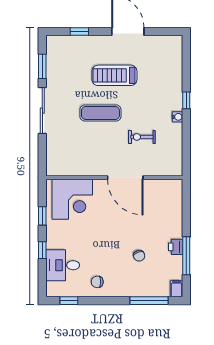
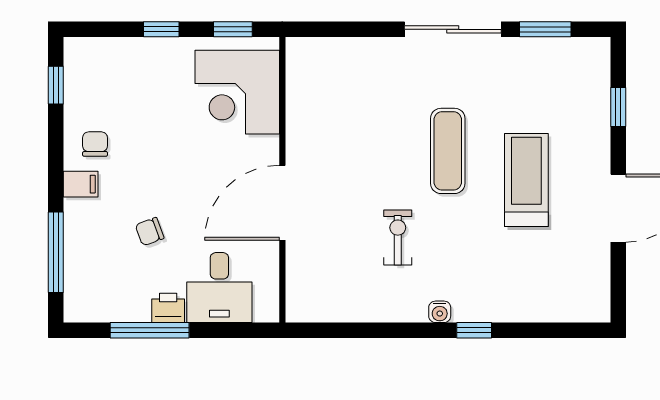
wall: (114, 178) -> (282, 180), moved
door: (125, 178) -> (282, 203), moved
corner desk: (72, 199) -> (237, 92), moved
desk: (63, 265) -> (219, 288), moved, turned 180
filing cabinet: (177, 289) -> (81, 184), moved

